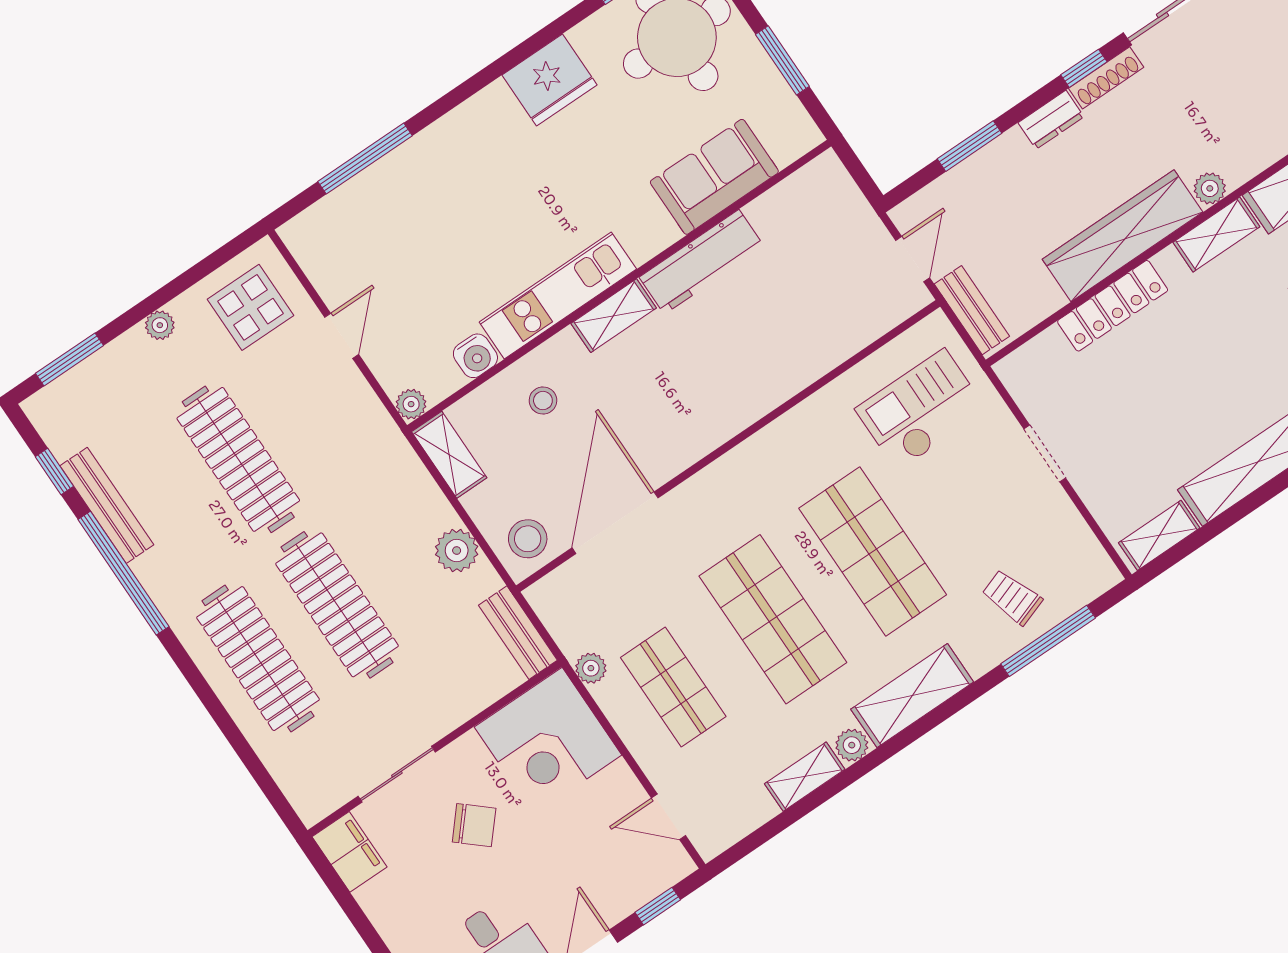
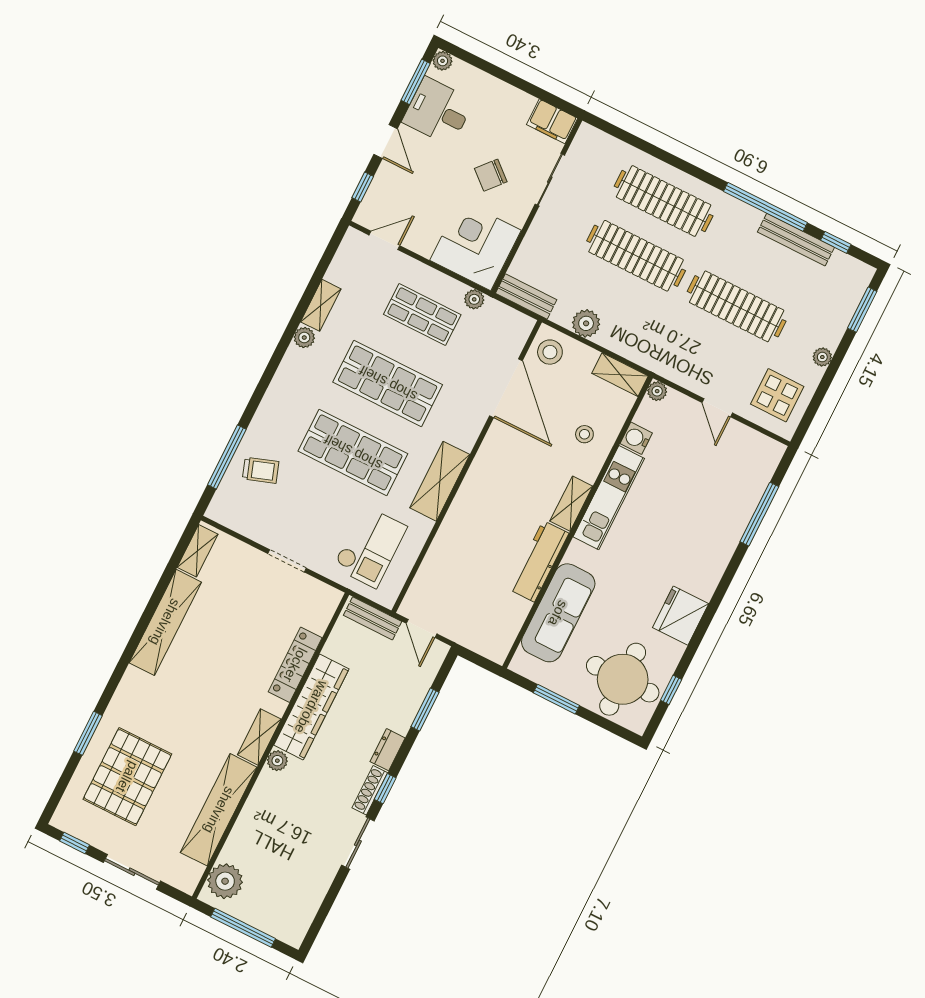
sofa: (714, 177) -> (558, 613), width x1.36
shelving: (912, 696) -> (440, 481), moved

